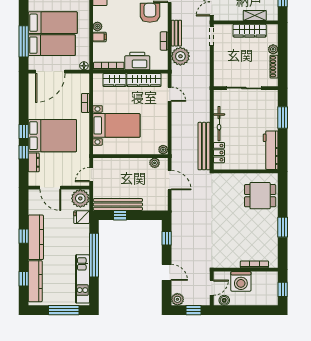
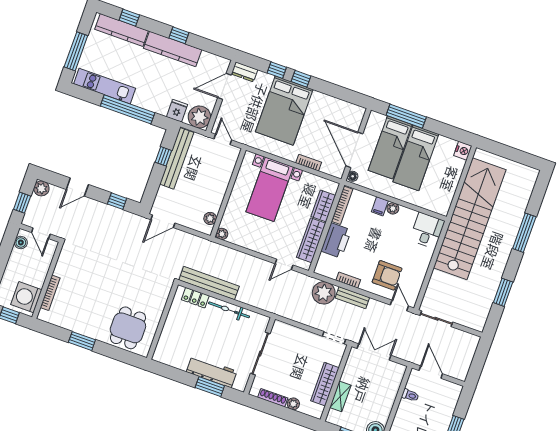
door: (50, 72) -> (354, 150), moved
workbench: (271, 150) -> (212, 372), moved
dresser: (34, 162) -> (244, 72), moved
door: (170, 180) -> (163, 221), moved
washing machine: (241, 281) -> (26, 297), moved

